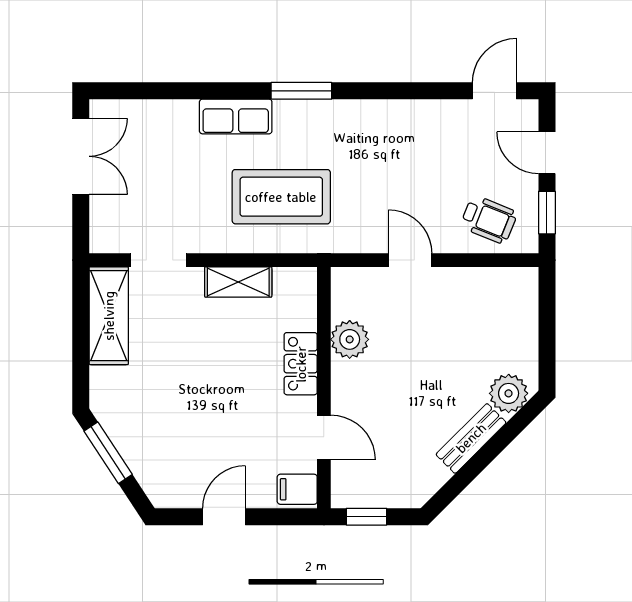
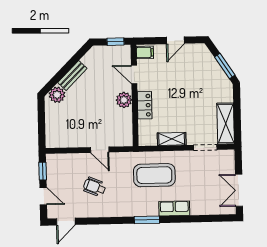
wheelchair: (489, 220) -> (95, 187), moved
plant: (350, 339) -> (124, 100), moved

